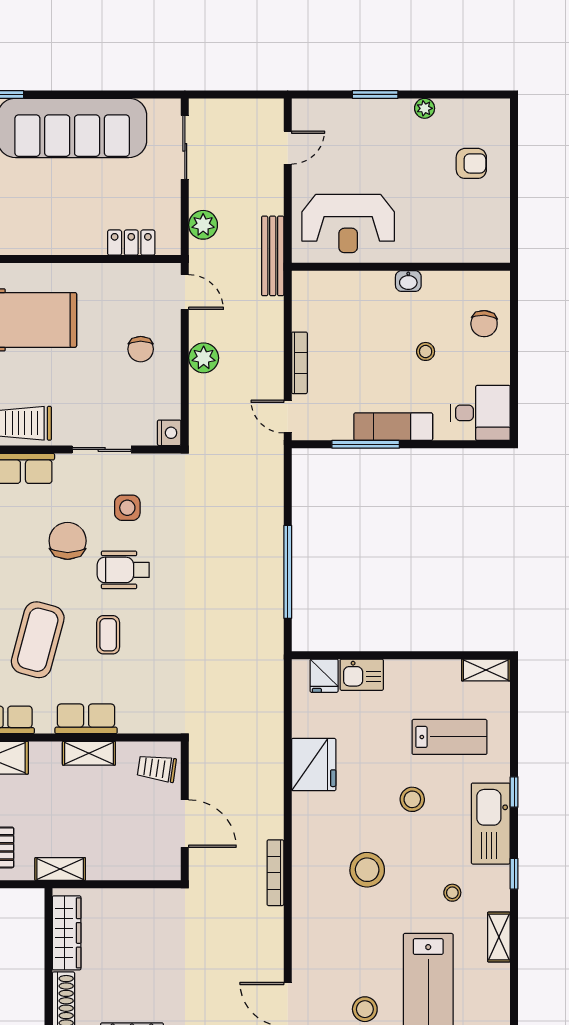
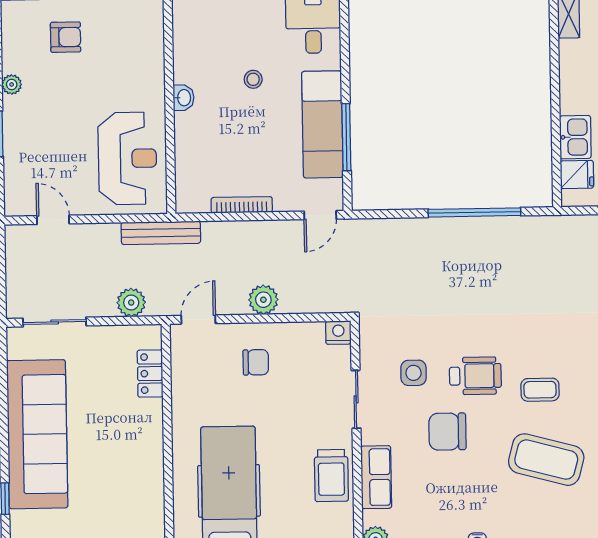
armchair: (471, 163) -> (66, 37), turned 90
chair: (484, 324) -> (224, 22), removed
bookcase: (299, 363) -> (242, 205), moved
exam couch: (393, 427) -> (322, 124), width x1.36, depth x1.45
wheelchair: (123, 570) -> (475, 376), turned -90

